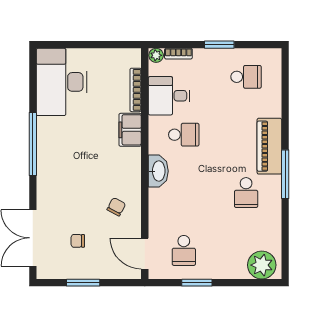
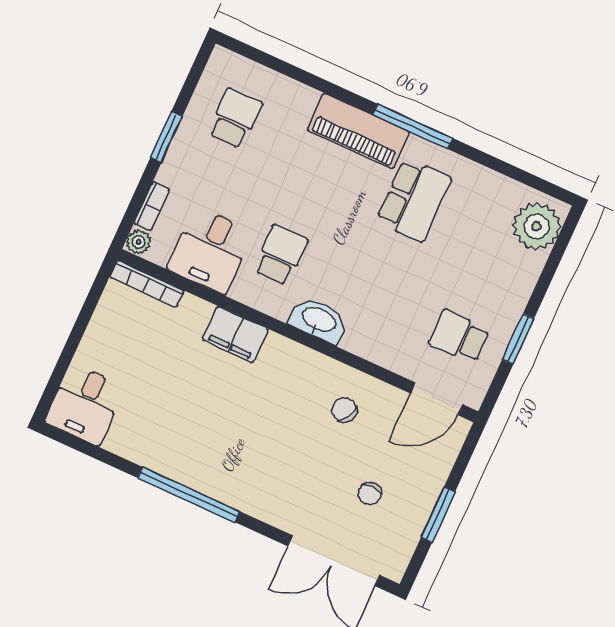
desk: (62, 82) -> (85, 404), width x0.53, depth x0.77
bookcase: (136, 90) -> (147, 284), moved
school desk: (246, 193) -> (414, 200), width x1.85
school desk: (184, 250) -> (459, 336), turned 180

